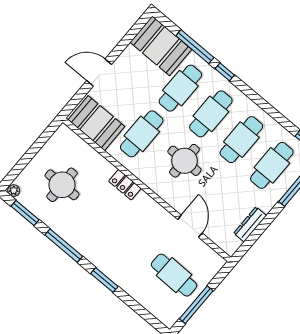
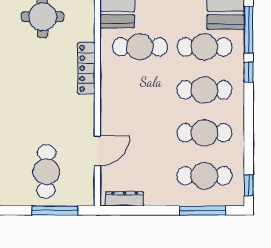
round table: (184, 161) -> (147, 101), removed
locker: (125, 185) -> (86, 68), width x1.53
dresser: (250, 224) -> (125, 199), moved
window: (196, 305) -> (55, 210), moved

